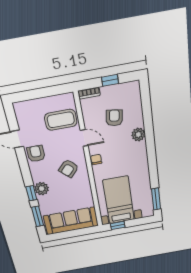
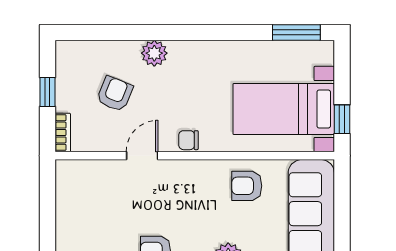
armchair: (114, 118) -> (115, 94), turned 104
coffee table: (61, 120) -> (101, 192), removed
armchair: (69, 168) -> (247, 186), moved, turned 137

